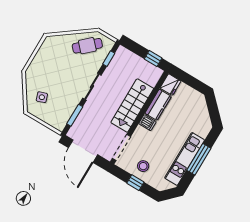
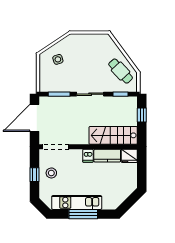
window: (153, 58) -> (142, 115), moved
stairs: (132, 105) -> (113, 135), moved

